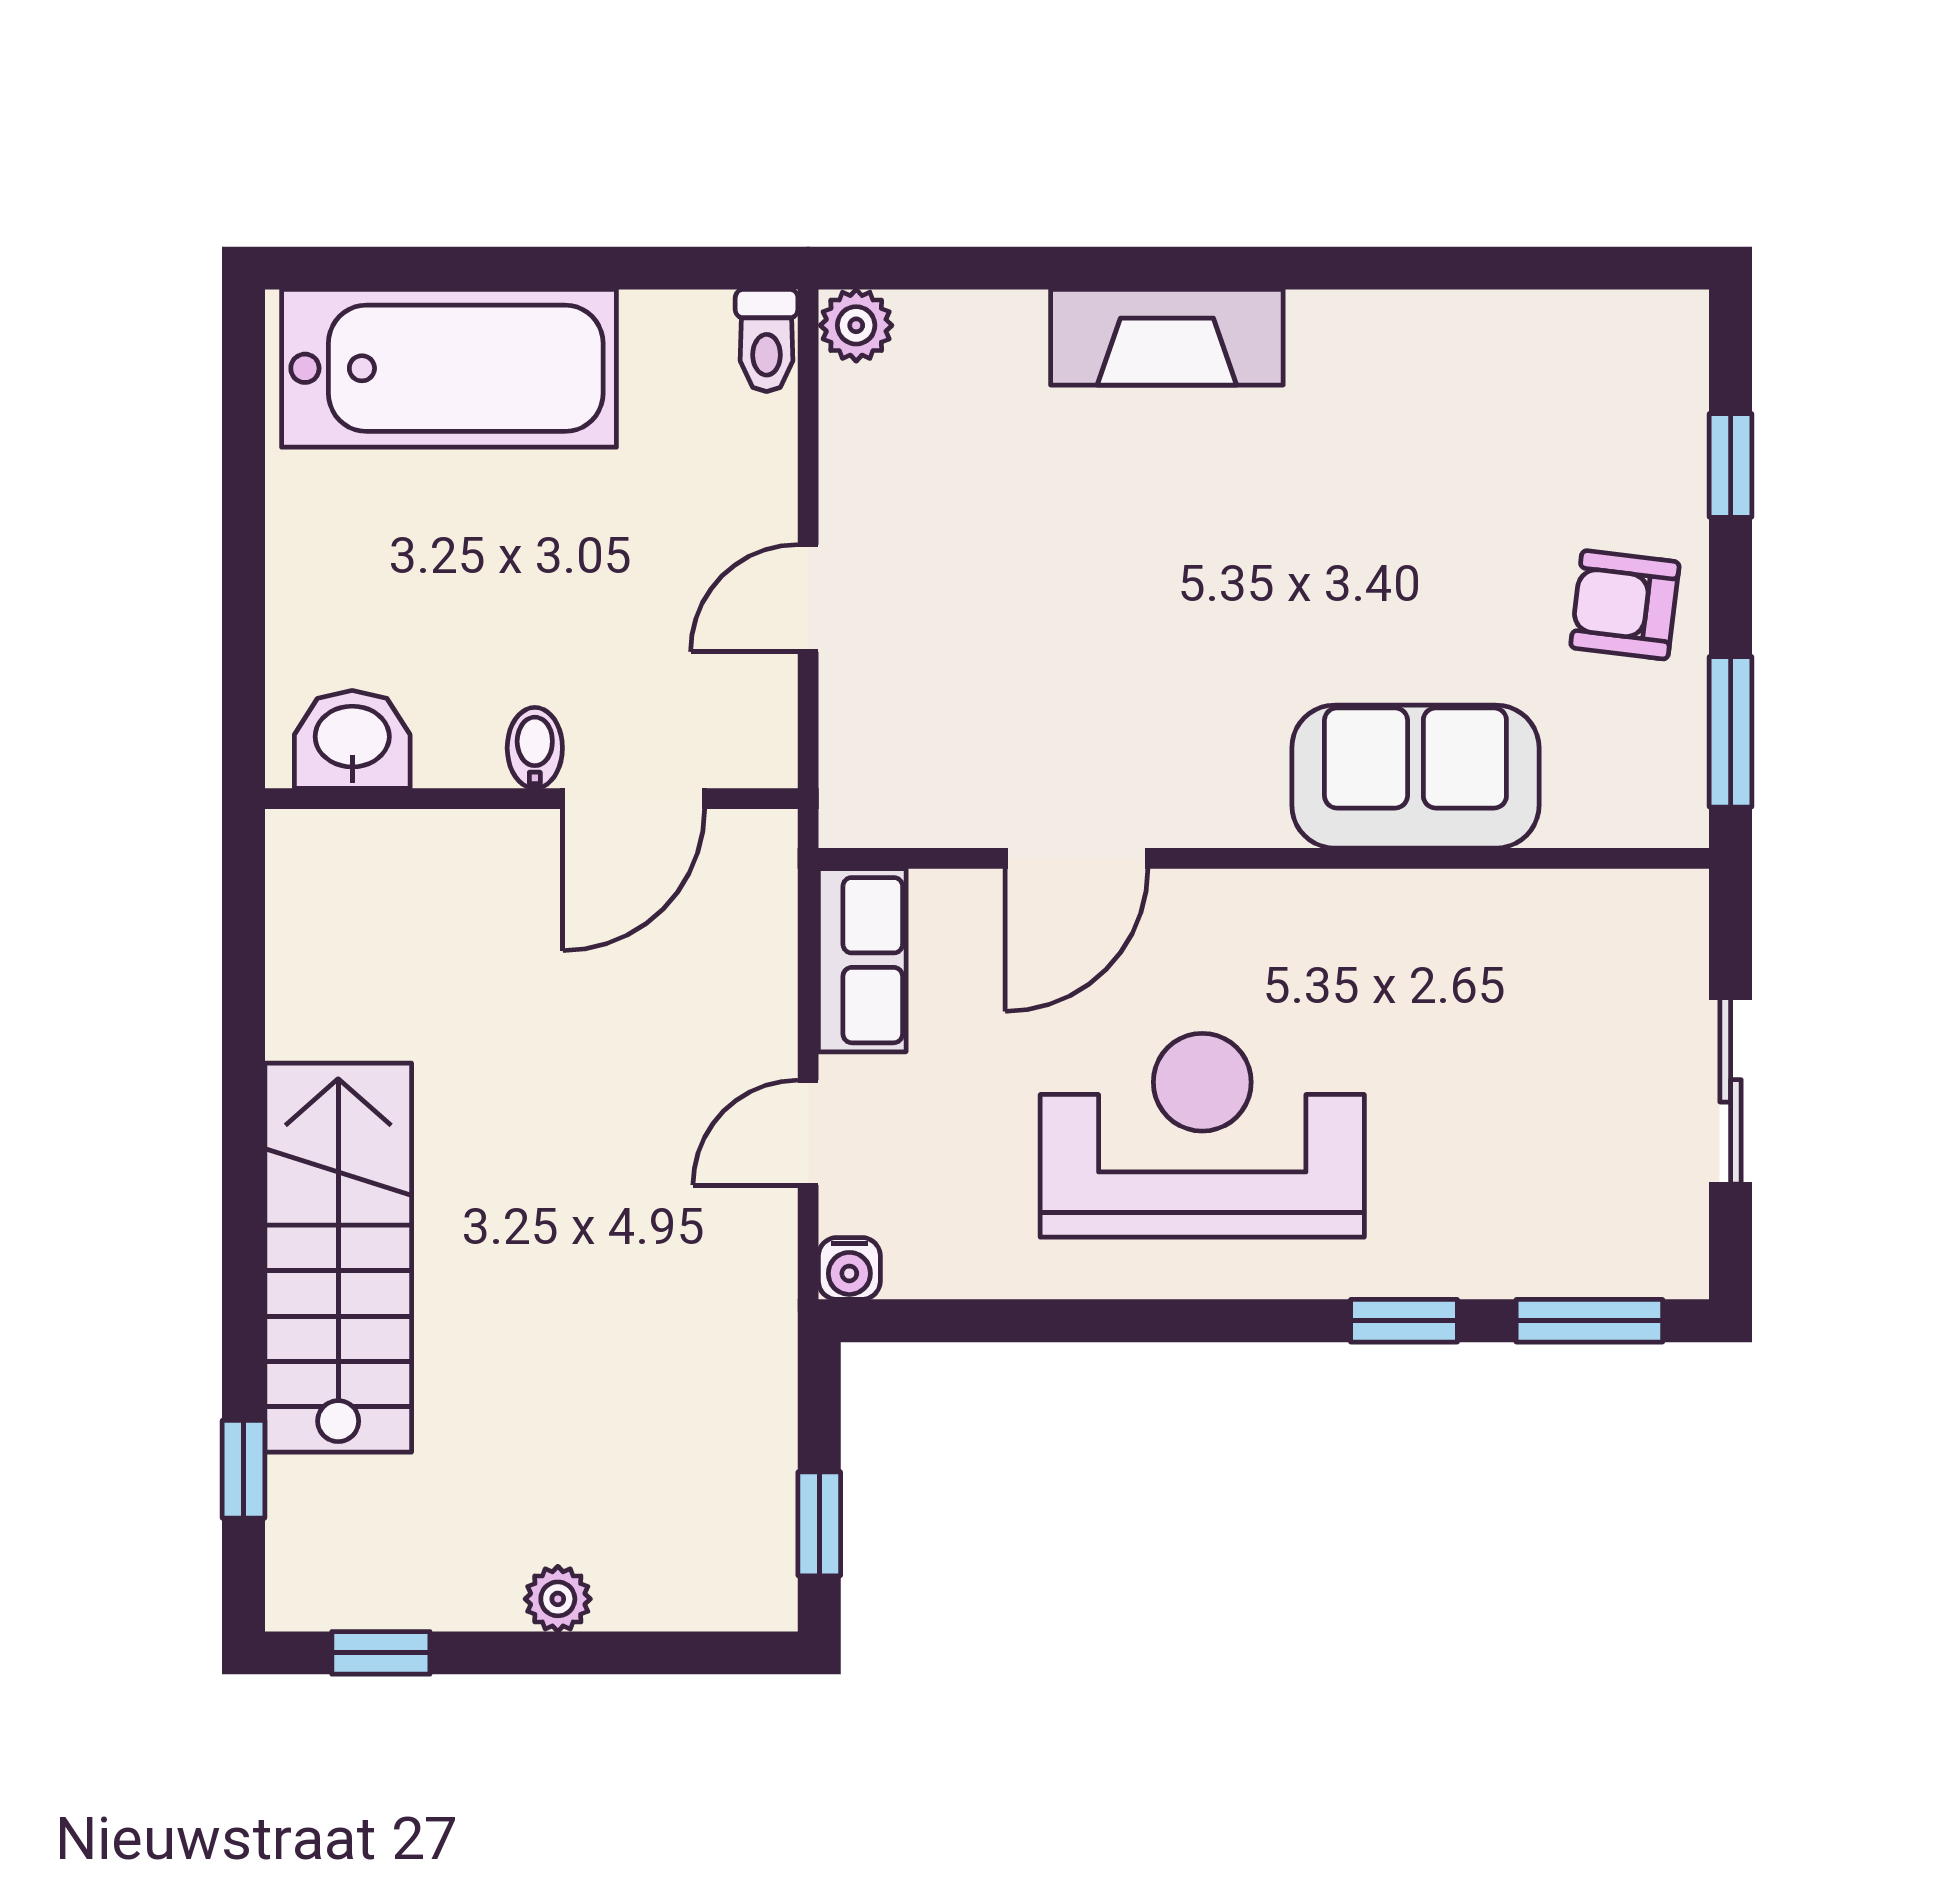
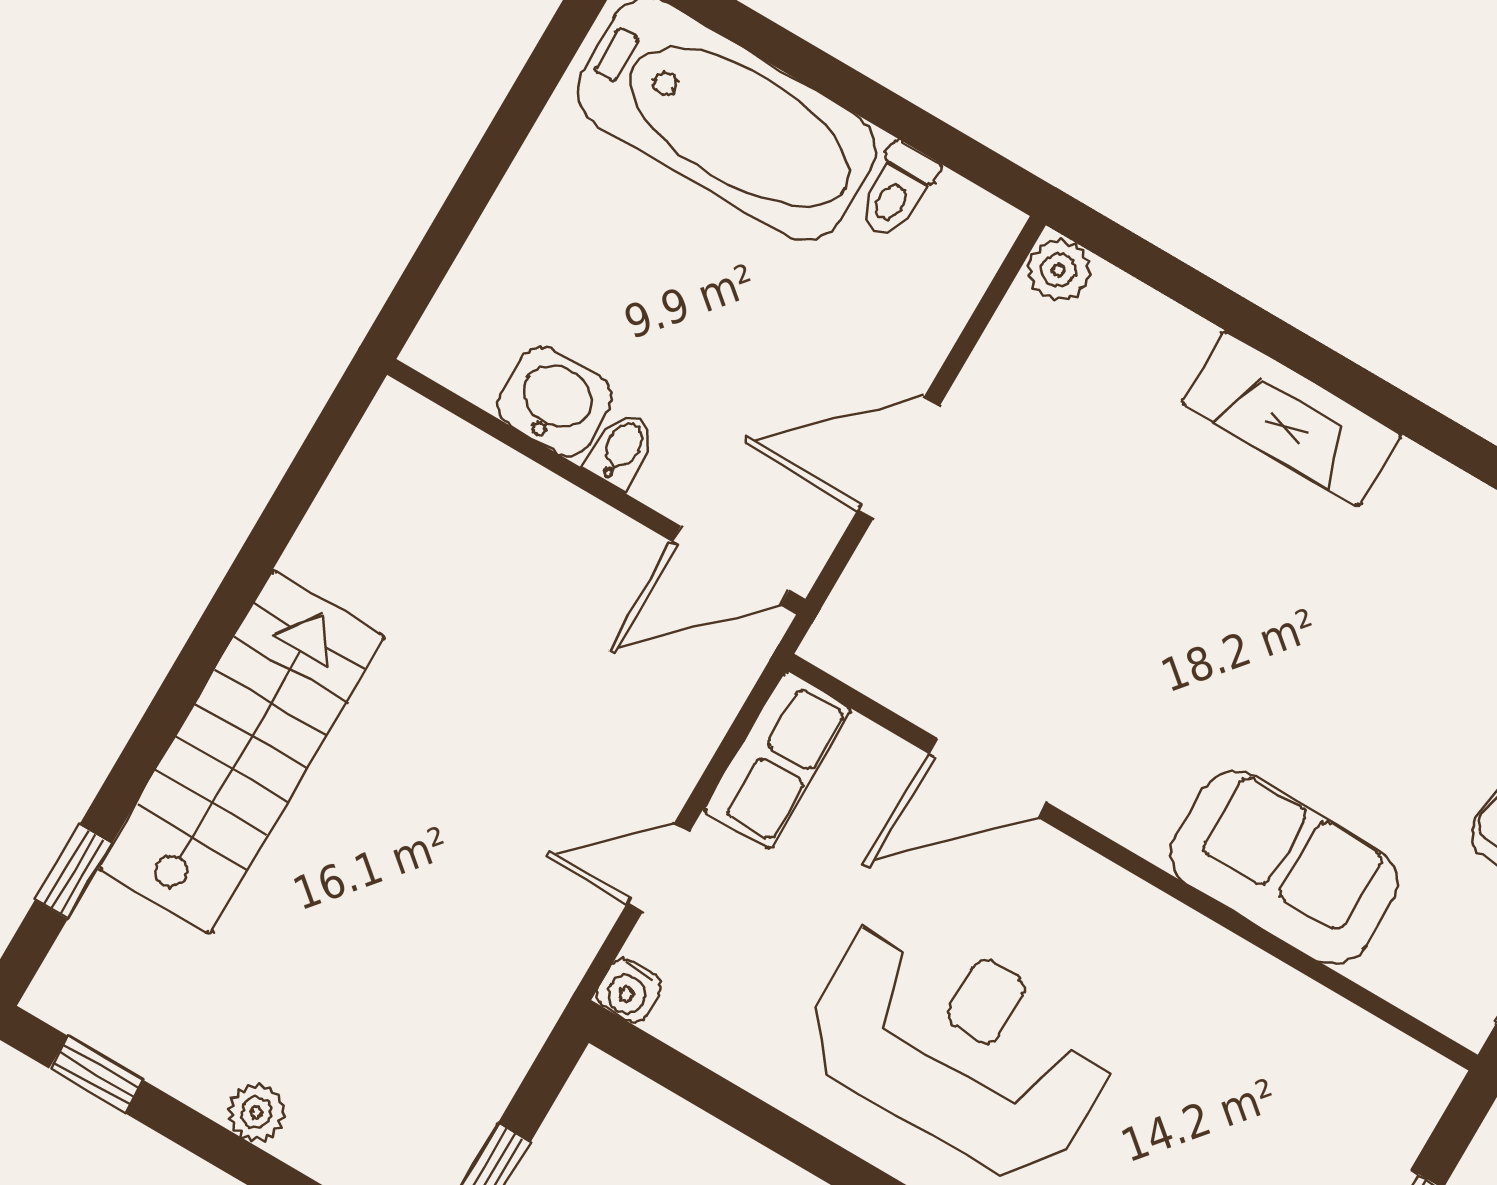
toilet: (767, 340) -> (897, 191), moved
door: (808, 598) -> (899, 458), width x1.37
washbasin: (352, 739) -> (555, 401), moved
door: (634, 799) -> (731, 566), moved

